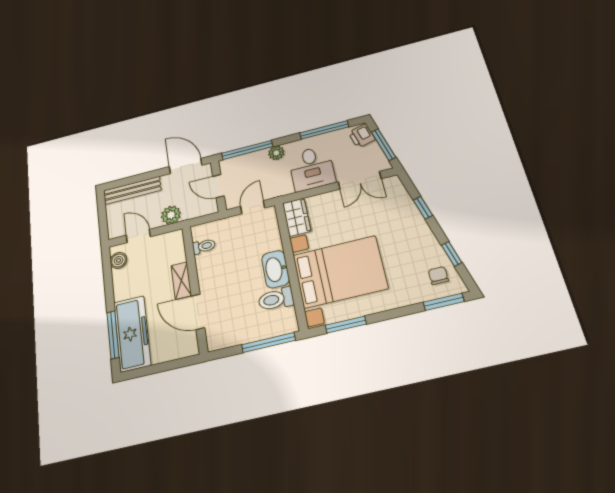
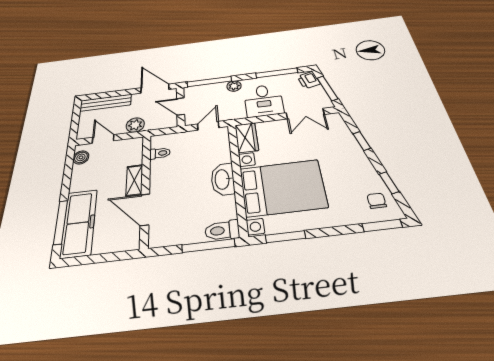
toilet: (276, 299) -> (222, 230), moved

